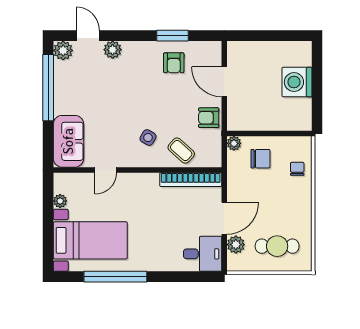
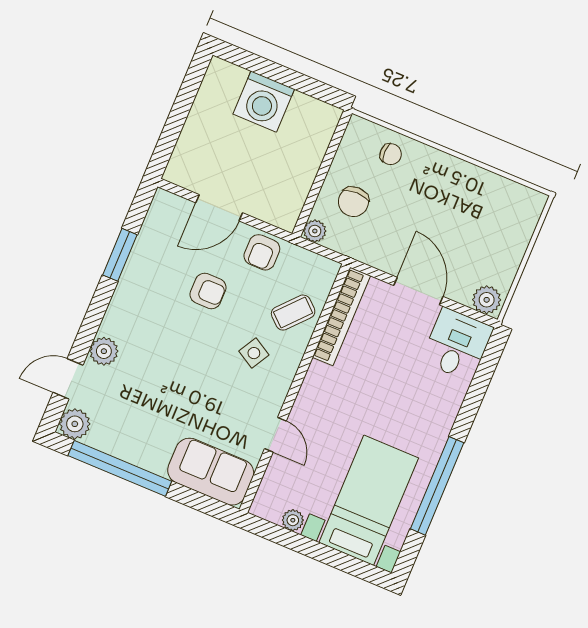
armchair: (174, 63) -> (208, 291), moved
chair: (260, 159) -> (353, 202), turned 180
chair: (297, 169) -> (391, 154), turned 180
plant: (236, 245) -> (487, 300), moved
cafe table: (277, 246) -> (491, 231), removed

